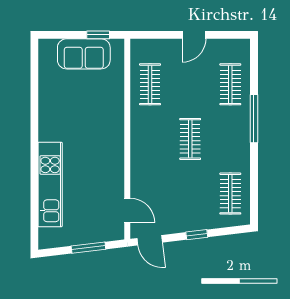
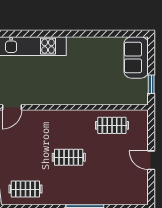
sofa: (84, 54) -> (136, 57), moved
clothes rail: (230, 84) -> (112, 189), removed

